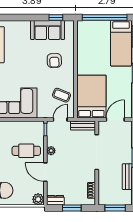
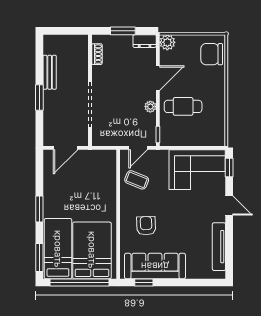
sofa: (48, 30) -> (155, 266), width x1.36
bed: (91, 97) -> (92, 250), moved, turned 180
bench: (83, 125) -> (108, 140), removed
door: (45, 172) -> (158, 78), hinge flipped
window: (115, 208) -> (66, 31), removed

